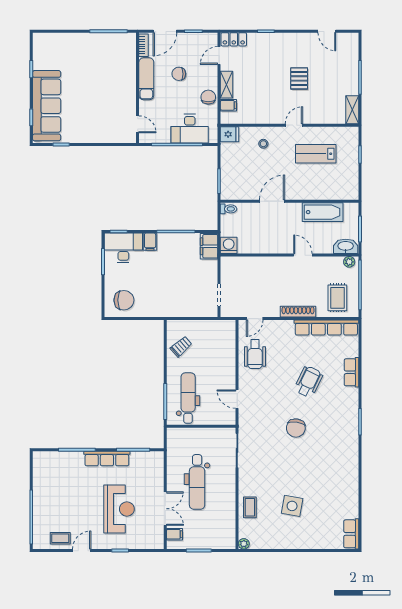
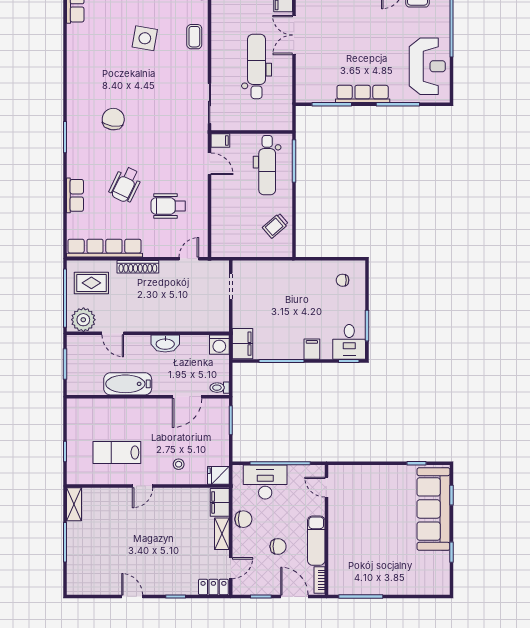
door: (165, 31) -> (294, 596), hinge flipped
door: (327, 31) -> (132, 596), moved
pallet: (299, 78) -> (137, 541), removed
chair: (208, 97) -> (243, 519), turned -90
filing cabinet: (228, 105) -> (220, 502), width x2.00
lab bench: (316, 154) -> (117, 452), turned 180
door: (272, 201) -> (187, 397), moved
bathtub: (323, 212) -> (128, 384), moved
washbasin: (346, 246) -> (165, 344), moved
desk: (123, 248) -> (349, 342), width x0.73
door: (303, 255) -> (113, 333), moved
plant: (349, 262) -> (83, 320), width x1.88, depth x1.88
rug: (337, 298) -> (91, 283), turned 90
chair: (124, 300) -> (343, 280), width x0.54, depth x0.54
wheelchair: (255, 354) -> (168, 206), moved, turned -90
filing cabinet: (228, 419) -> (220, 140), added
chair: (296, 428) -> (113, 119), moved
reception desk: (119, 509) -> (427, 66), moved, turned 180

